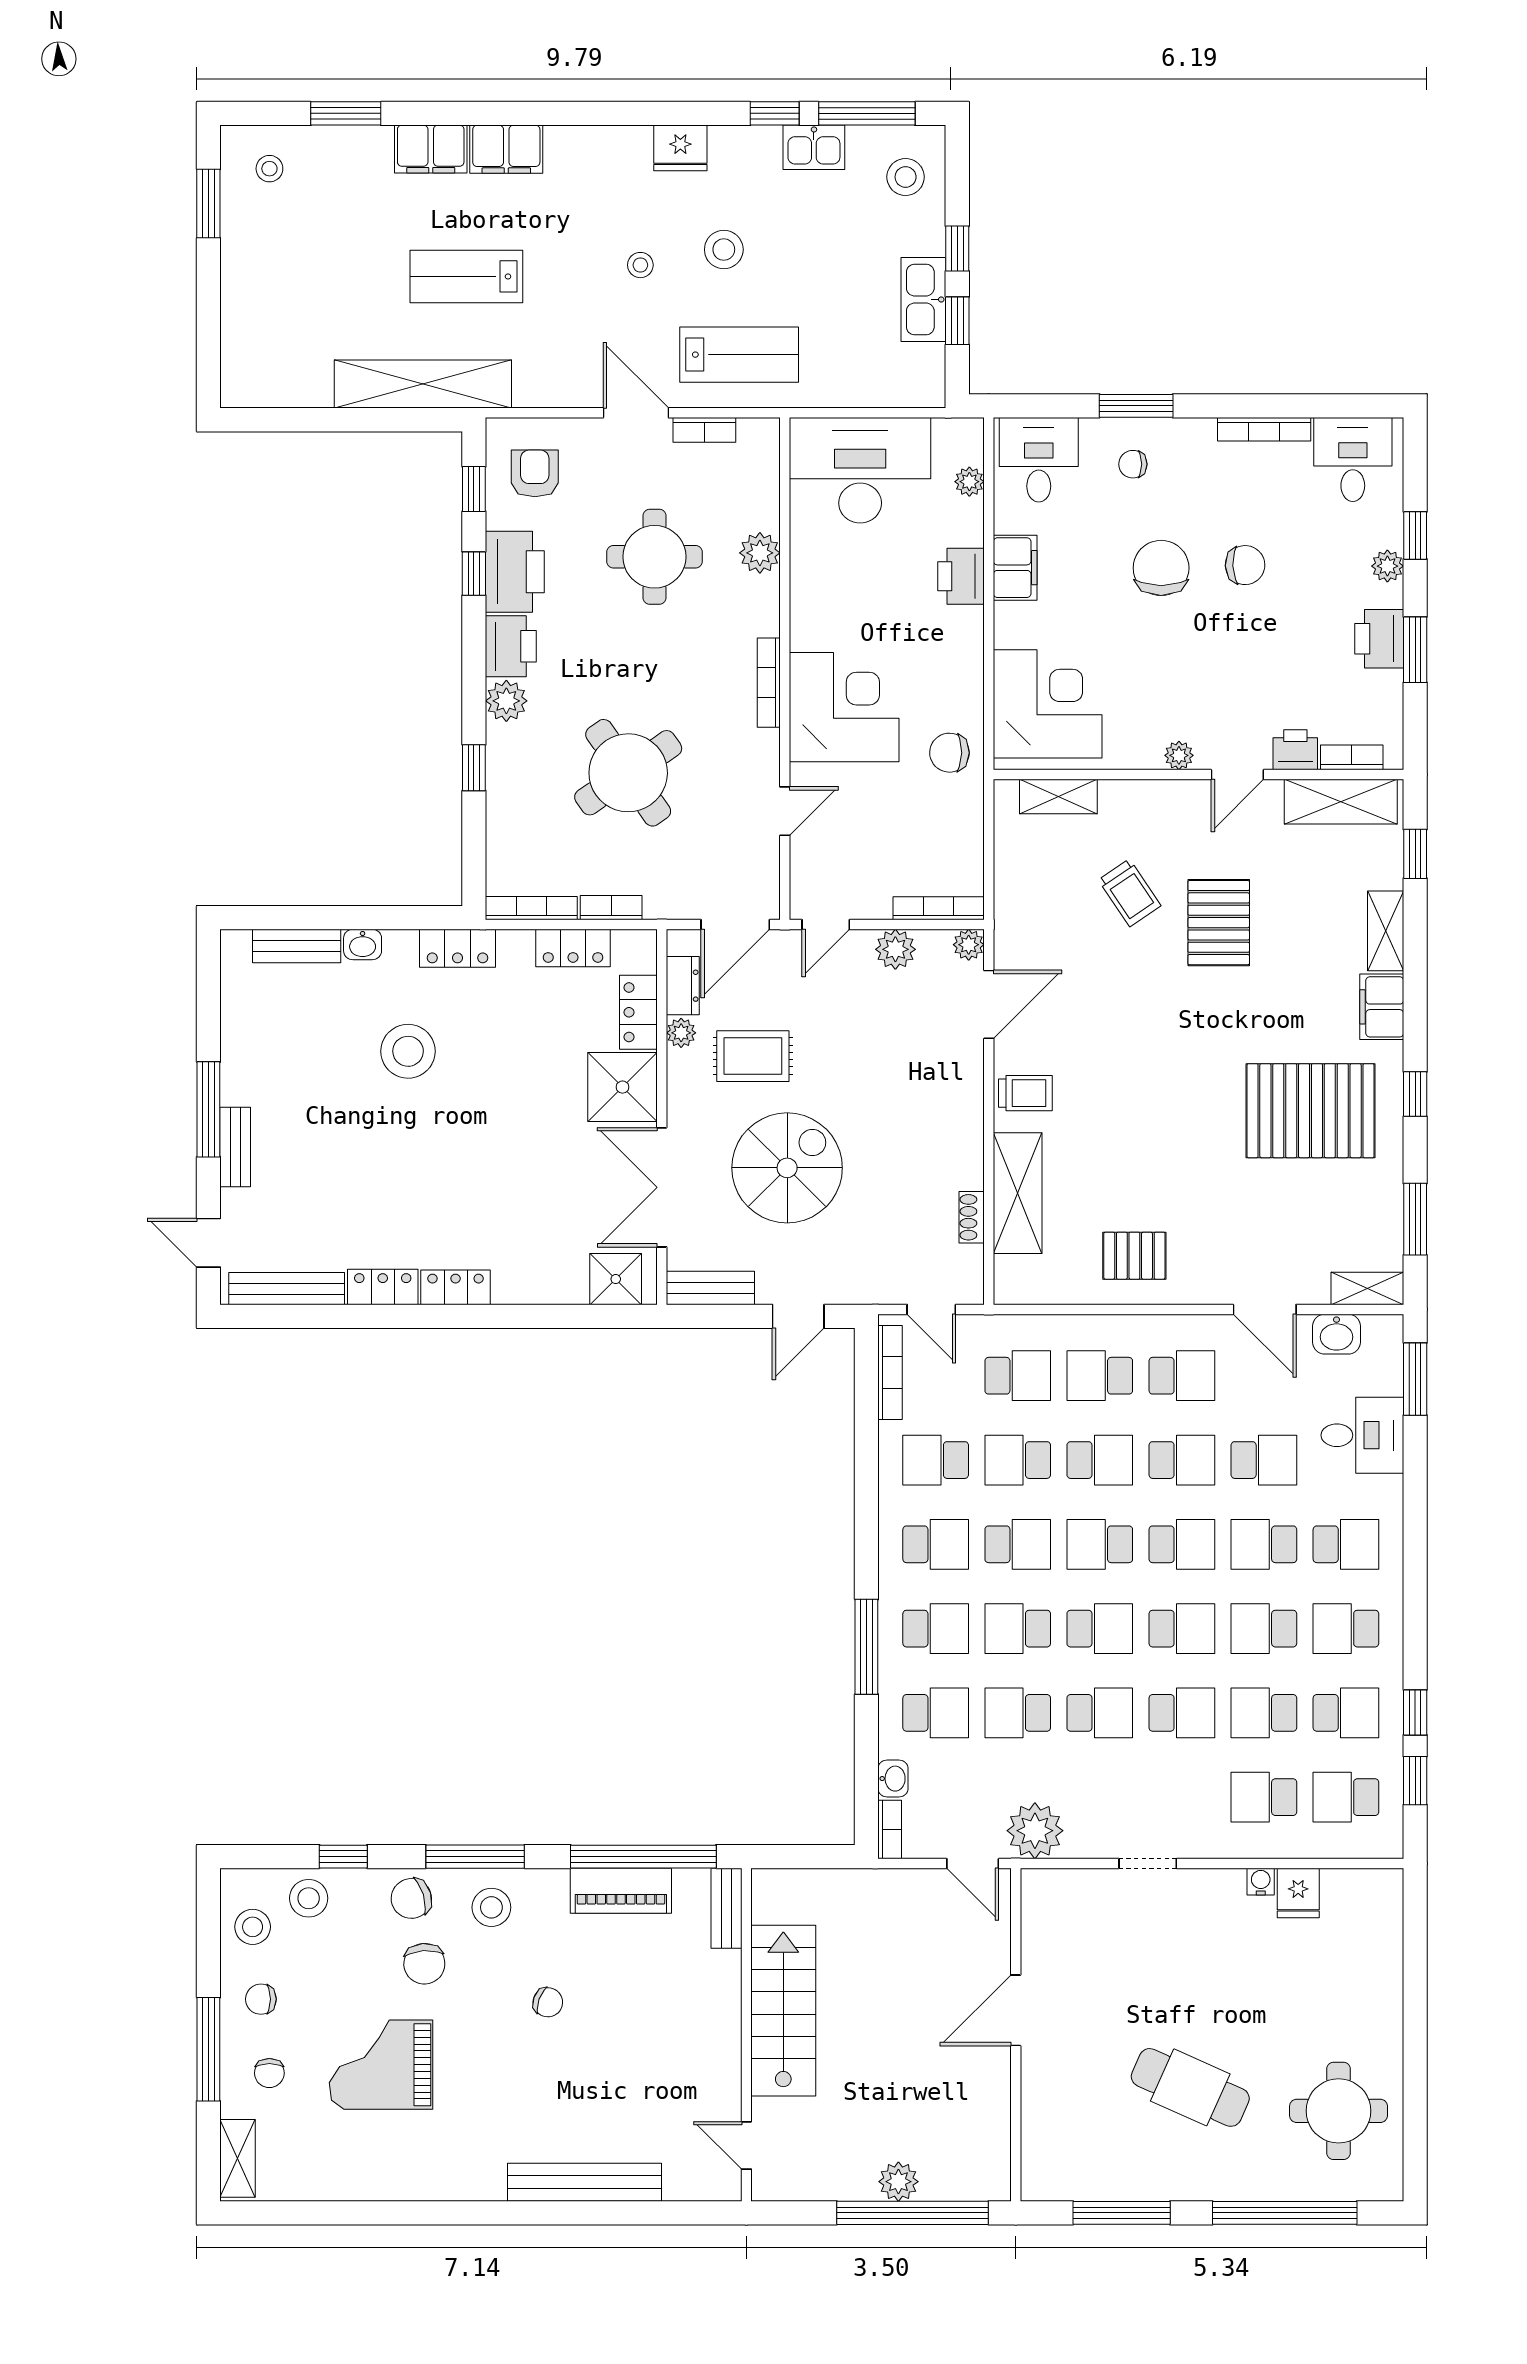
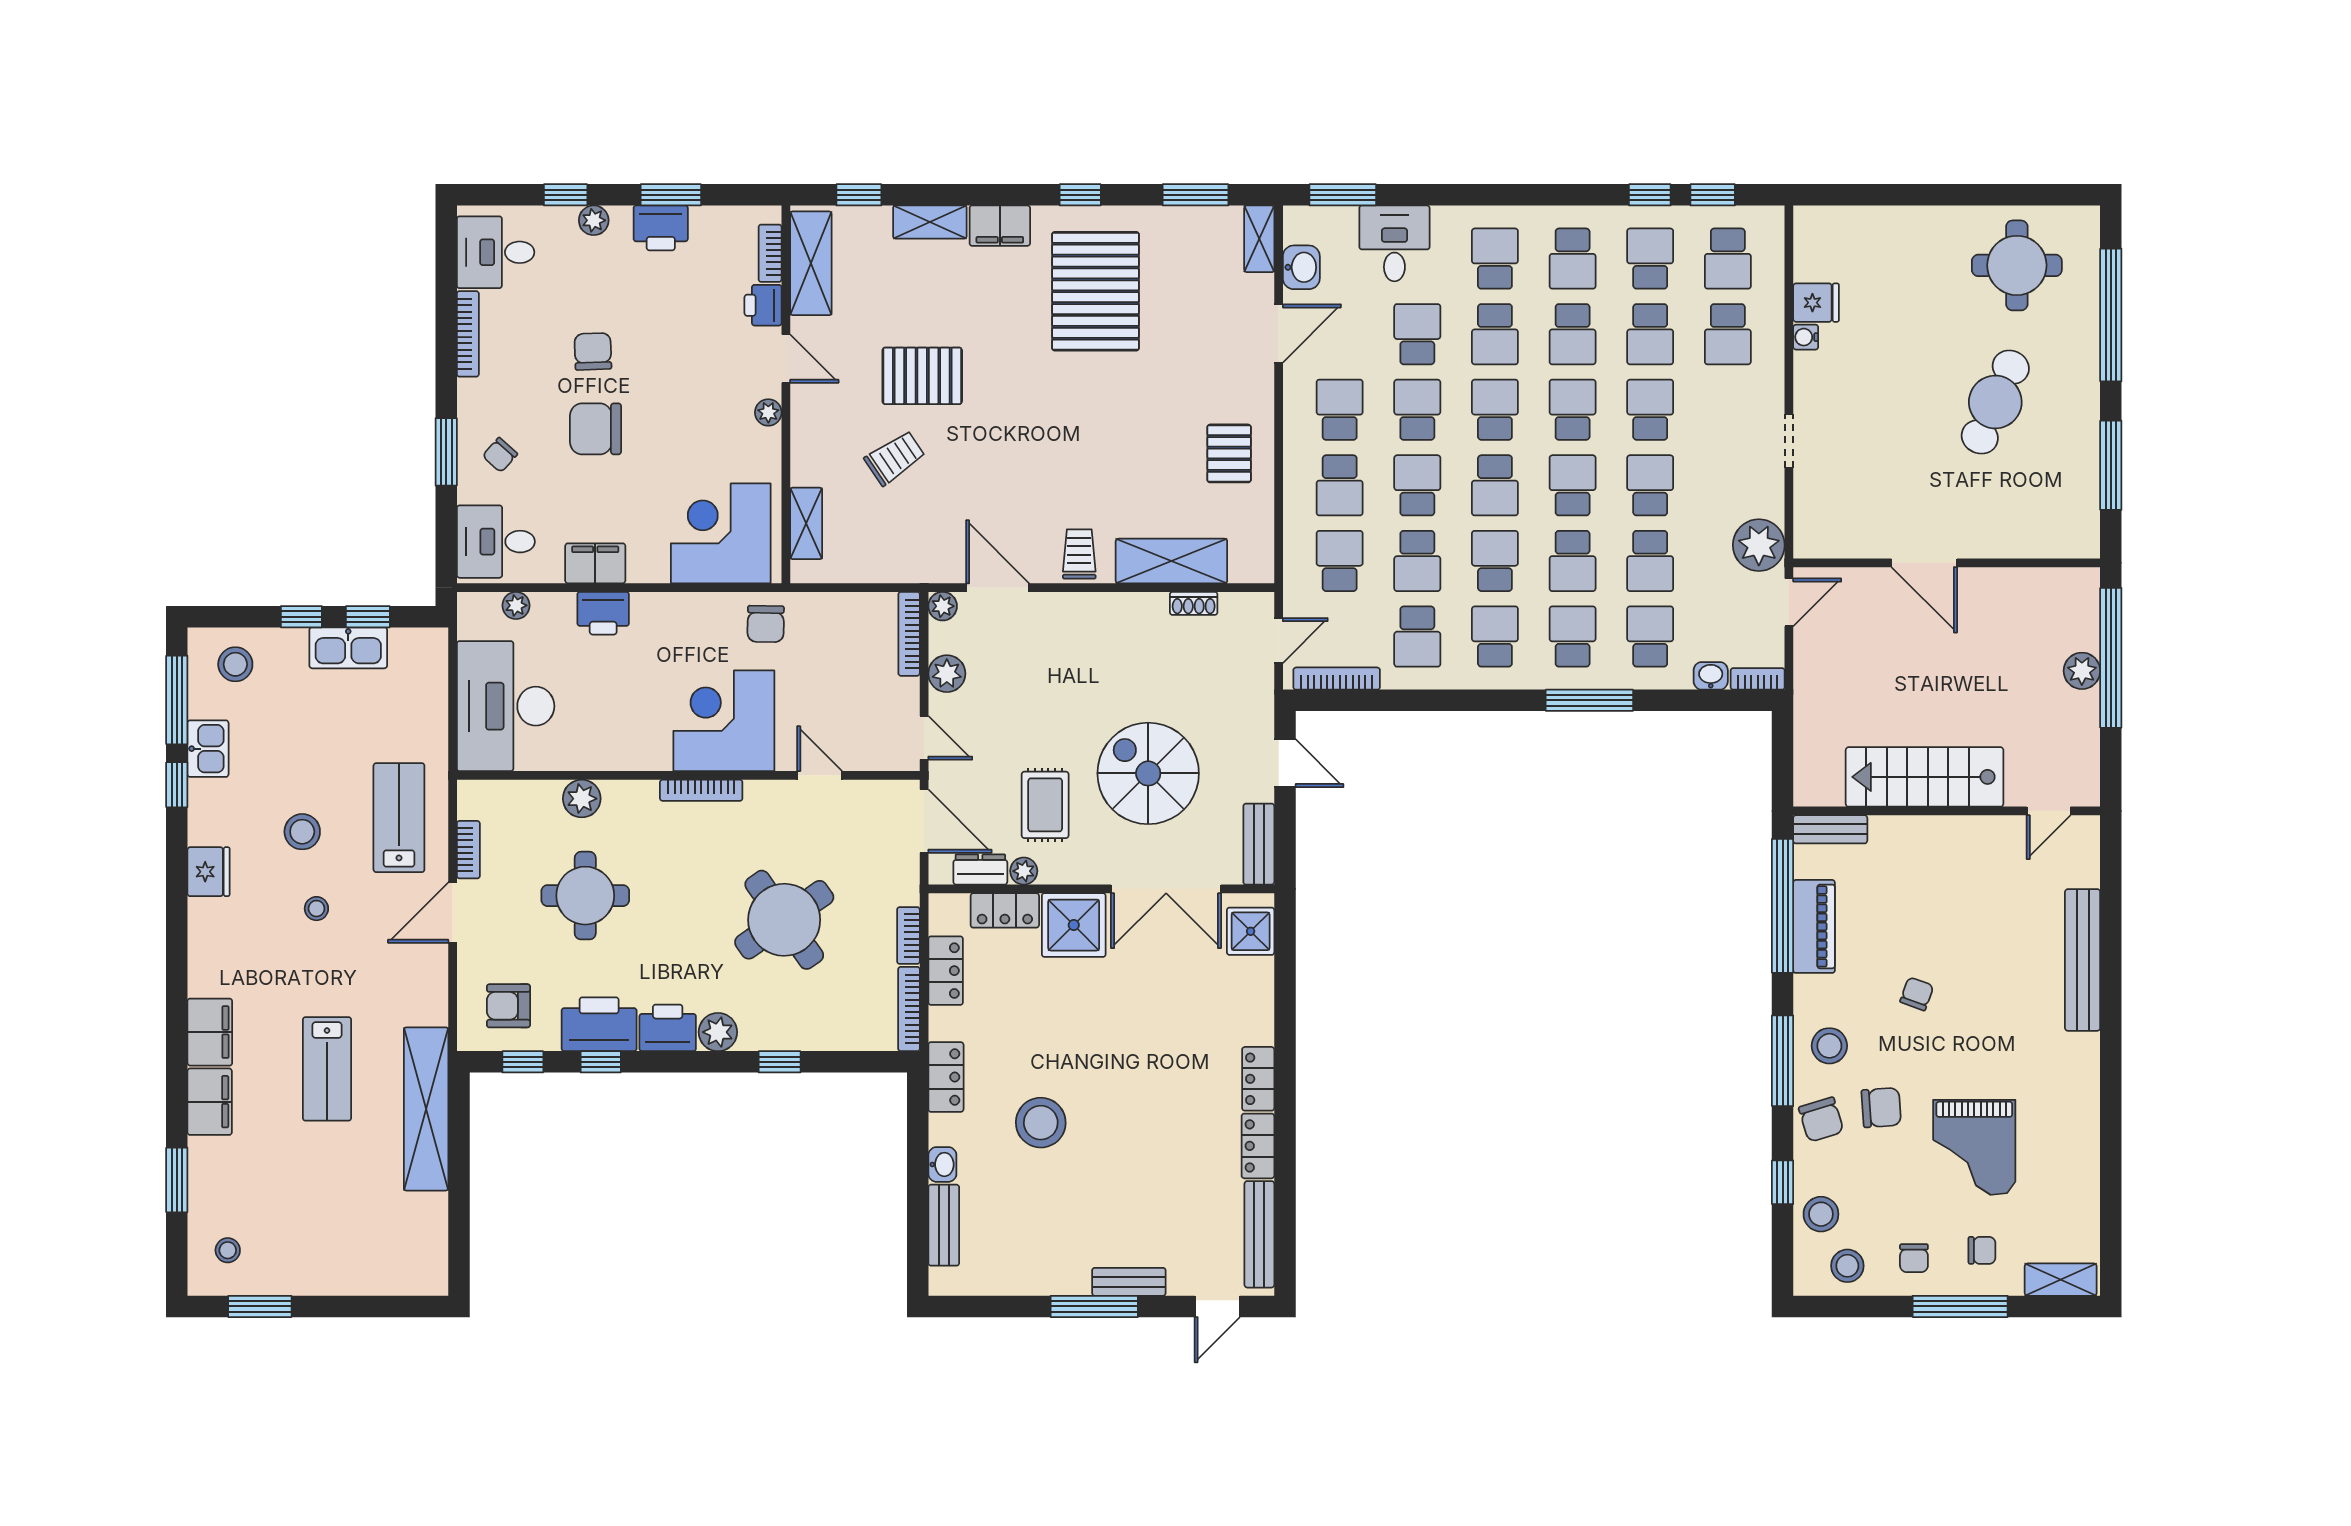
chair: (1133, 464) -> (500, 455), turned 42

